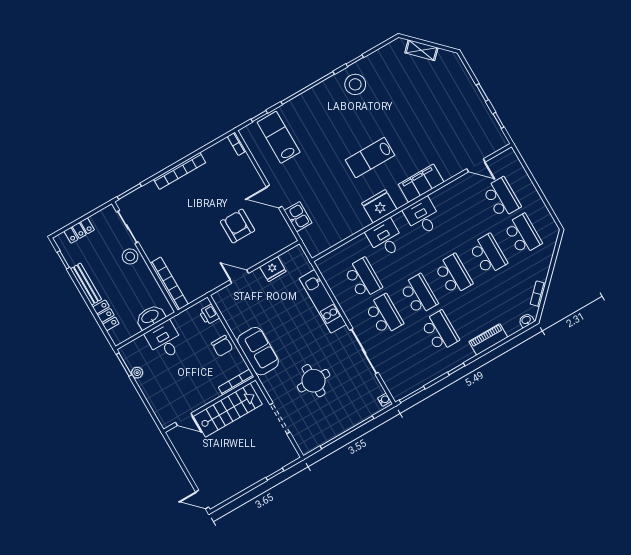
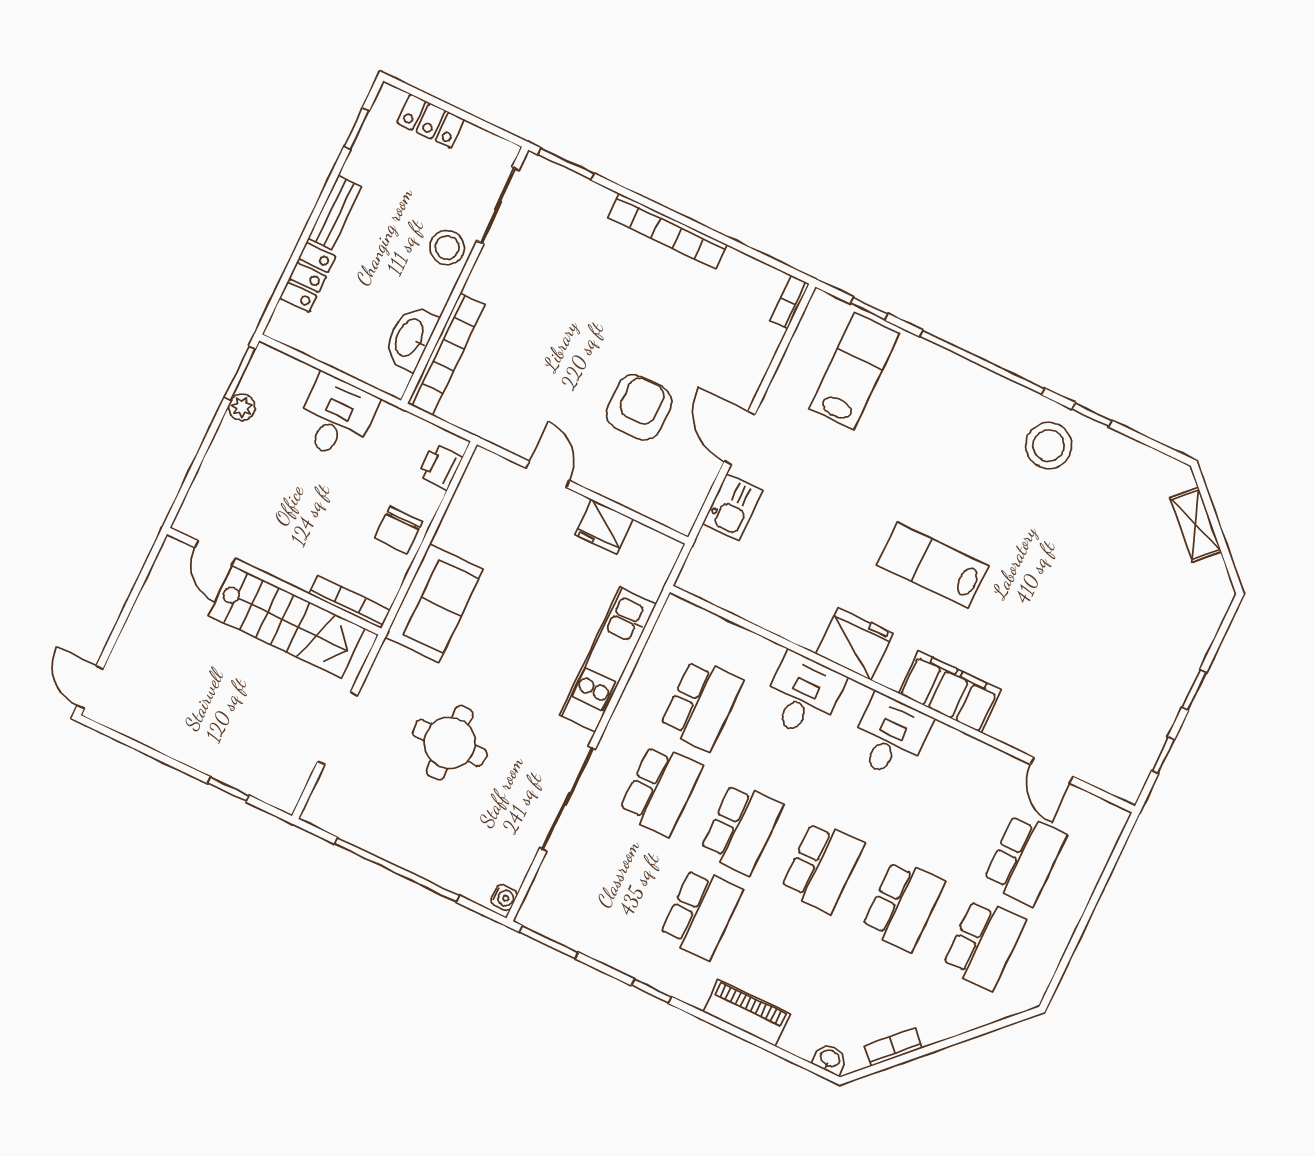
bench: (86, 284) -> (335, 212), width x0.73
washbasin: (150, 317) -> (410, 338), moved, turned -90

